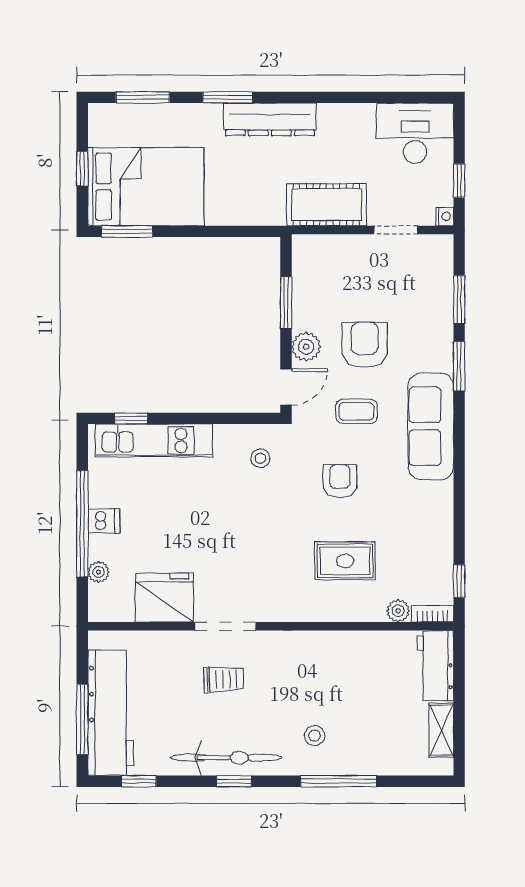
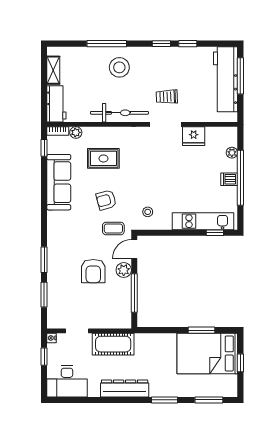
dresser: (270, 119) -> (125, 388), moved
window: (127, 231) -> (202, 330), moved
window: (286, 303) -> (134, 293), width x1.44
coffee table: (357, 411) -> (113, 228), moved
sofa: (431, 426) -> (59, 182), moved
armchair: (340, 481) -> (106, 200), turned 75
fridge: (164, 598) -> (194, 136), width x0.73, depth x0.75
stool: (315, 736) -> (119, 67), width x1.89, depth x1.89
bicycle: (226, 758) -> (119, 113), moved, turned 180
window: (139, 781) -> (188, 44), moved

